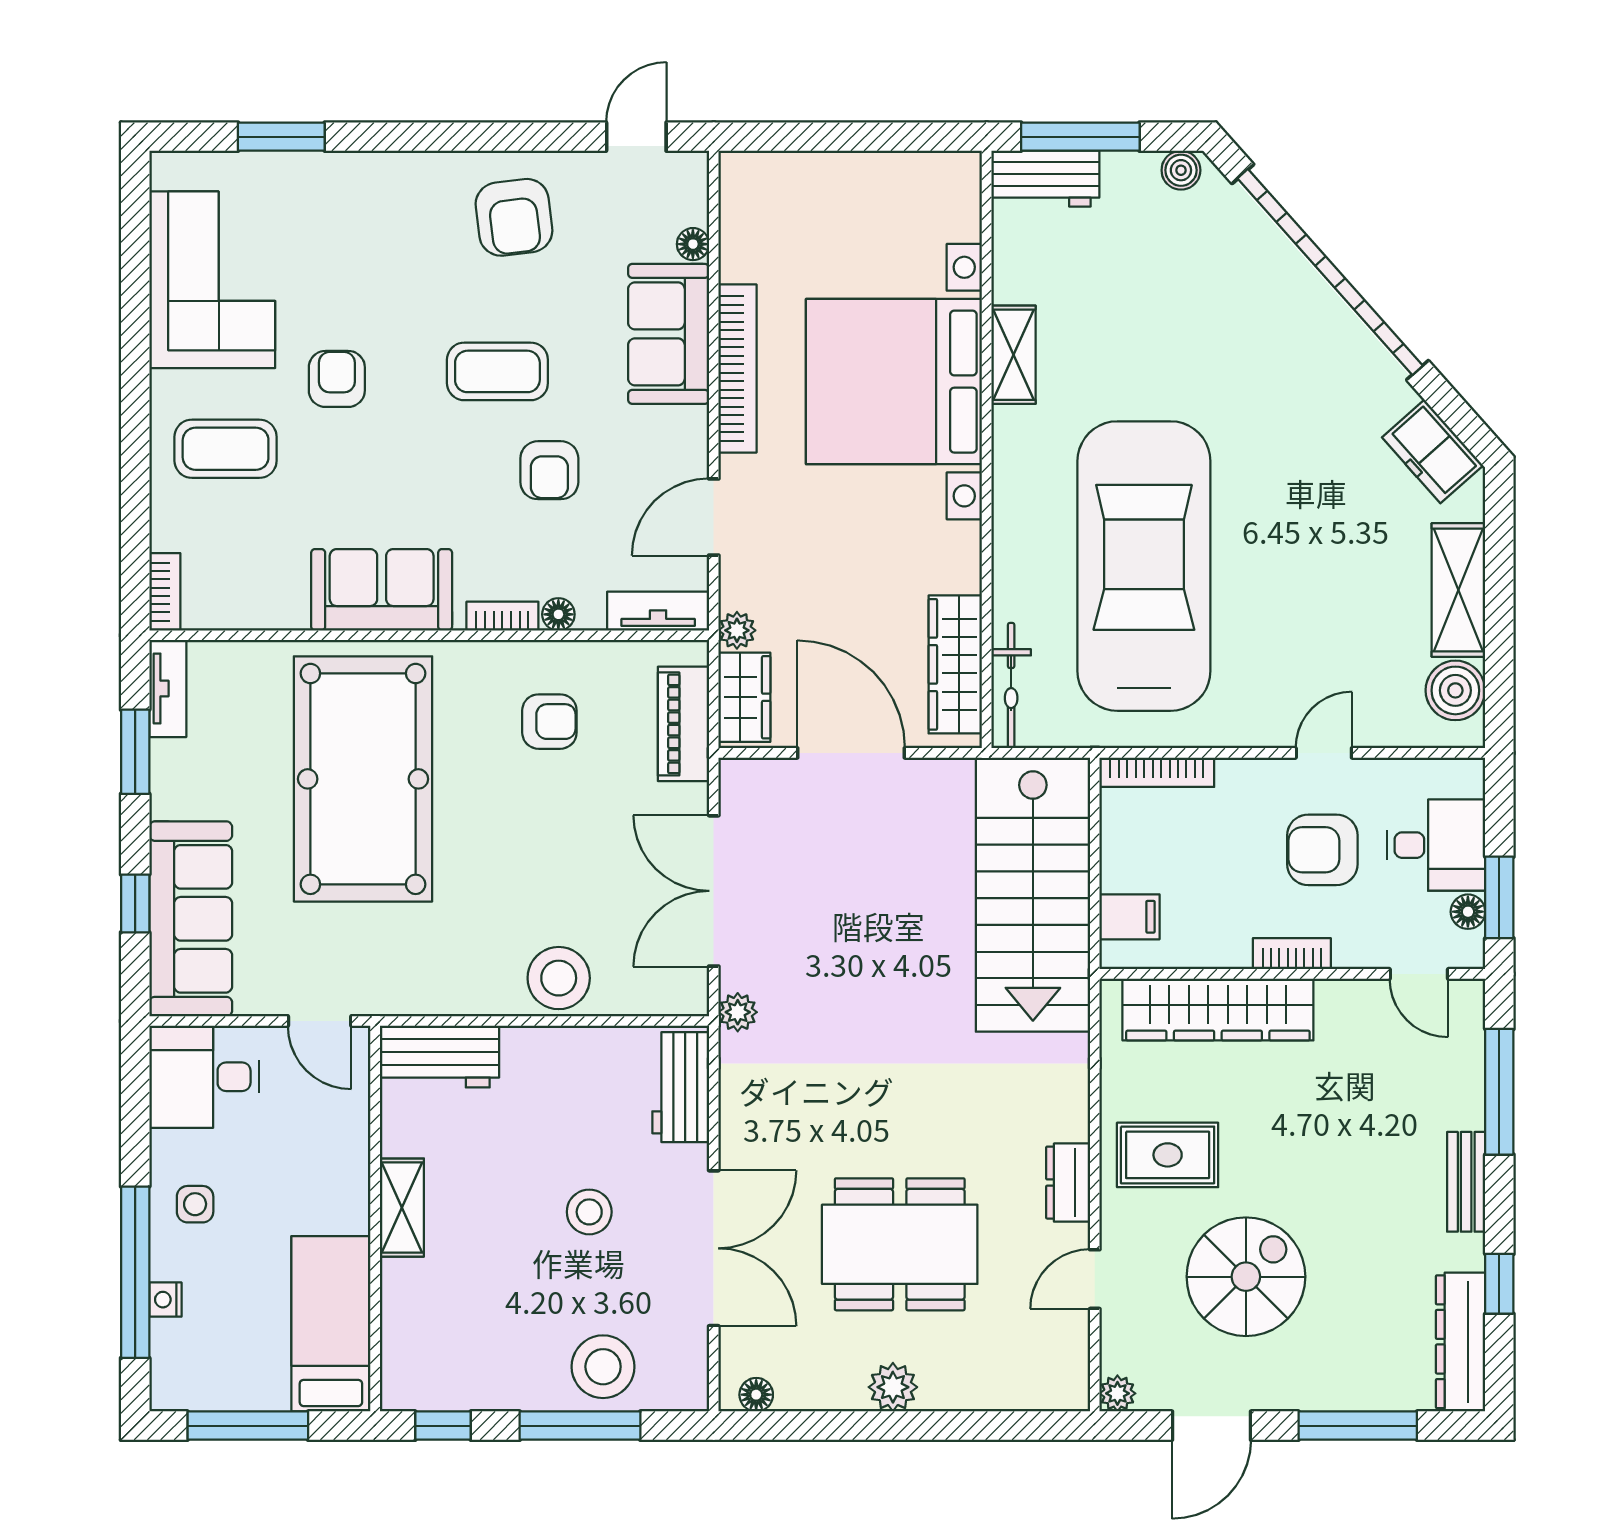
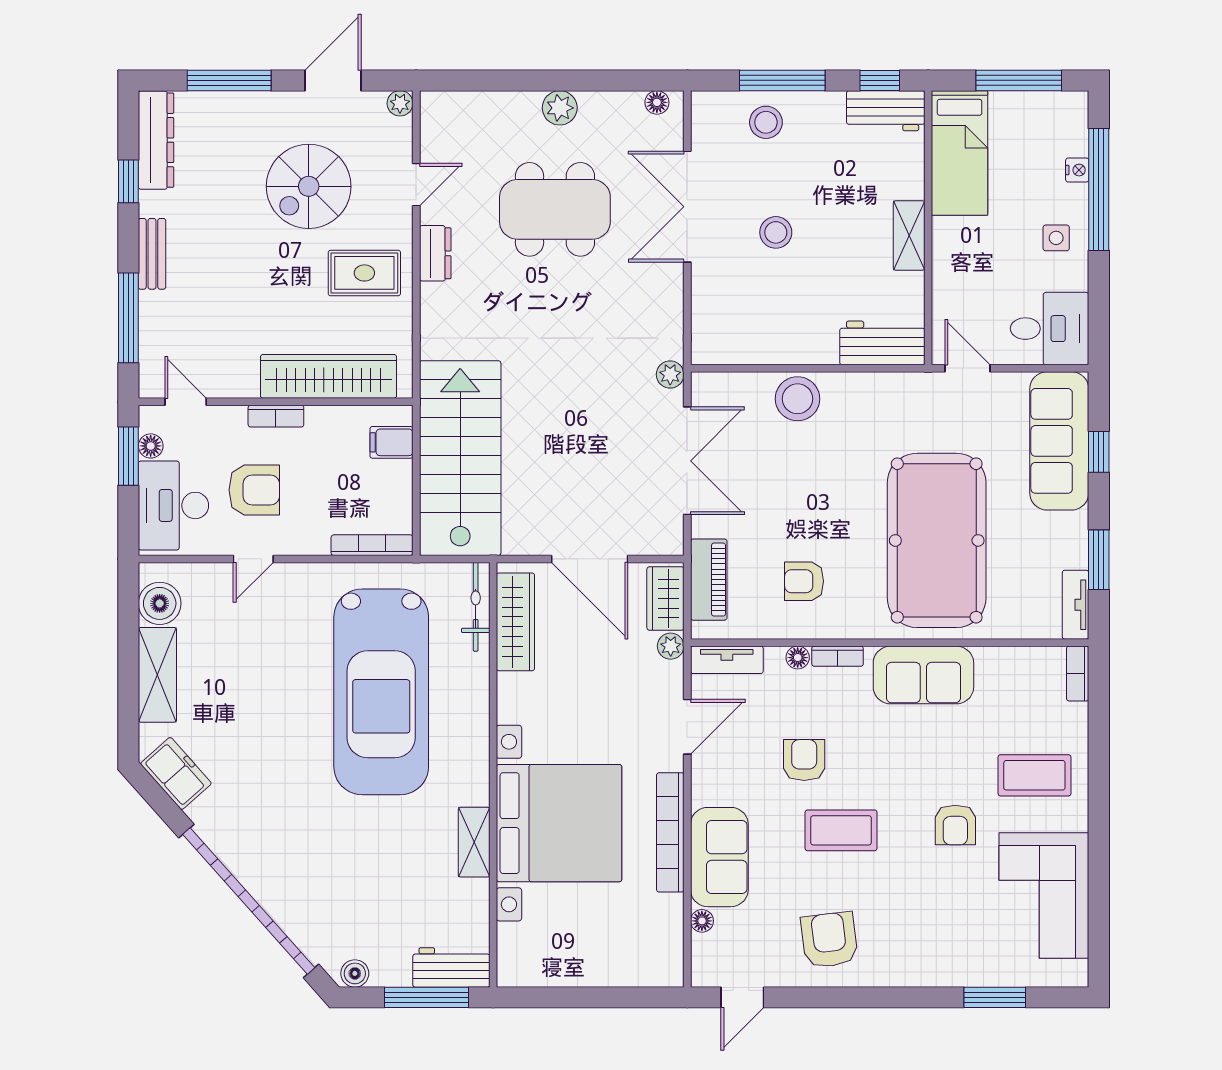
desk: (1436, 845) -> (173, 505), width x1.37
workbench: (681, 1087) -> (886, 111), moved, turned 90
stool: (603, 1367) -> (766, 122), width x0.73, depth x0.73

